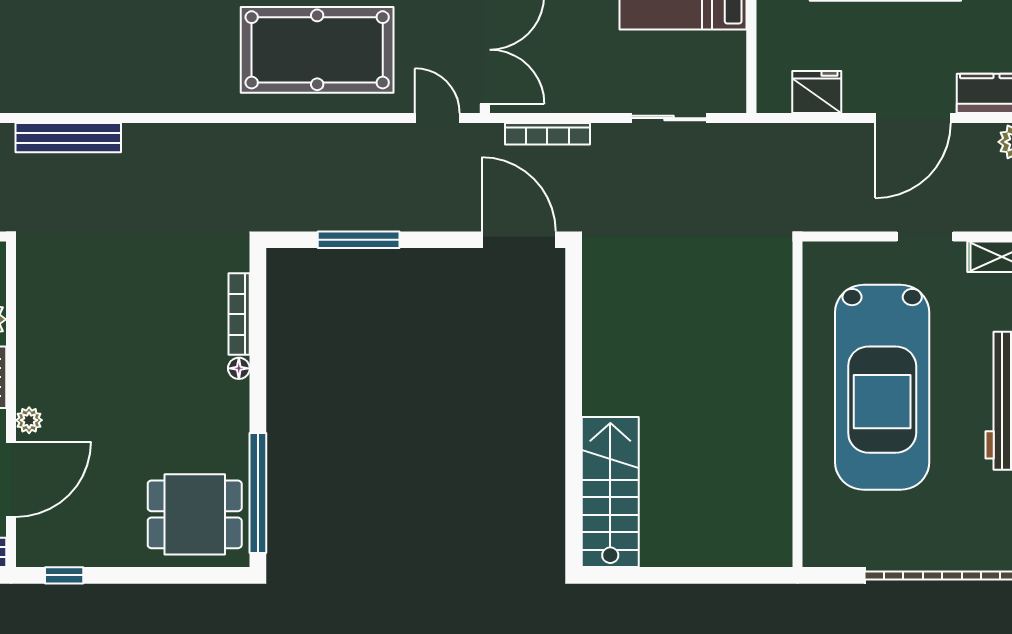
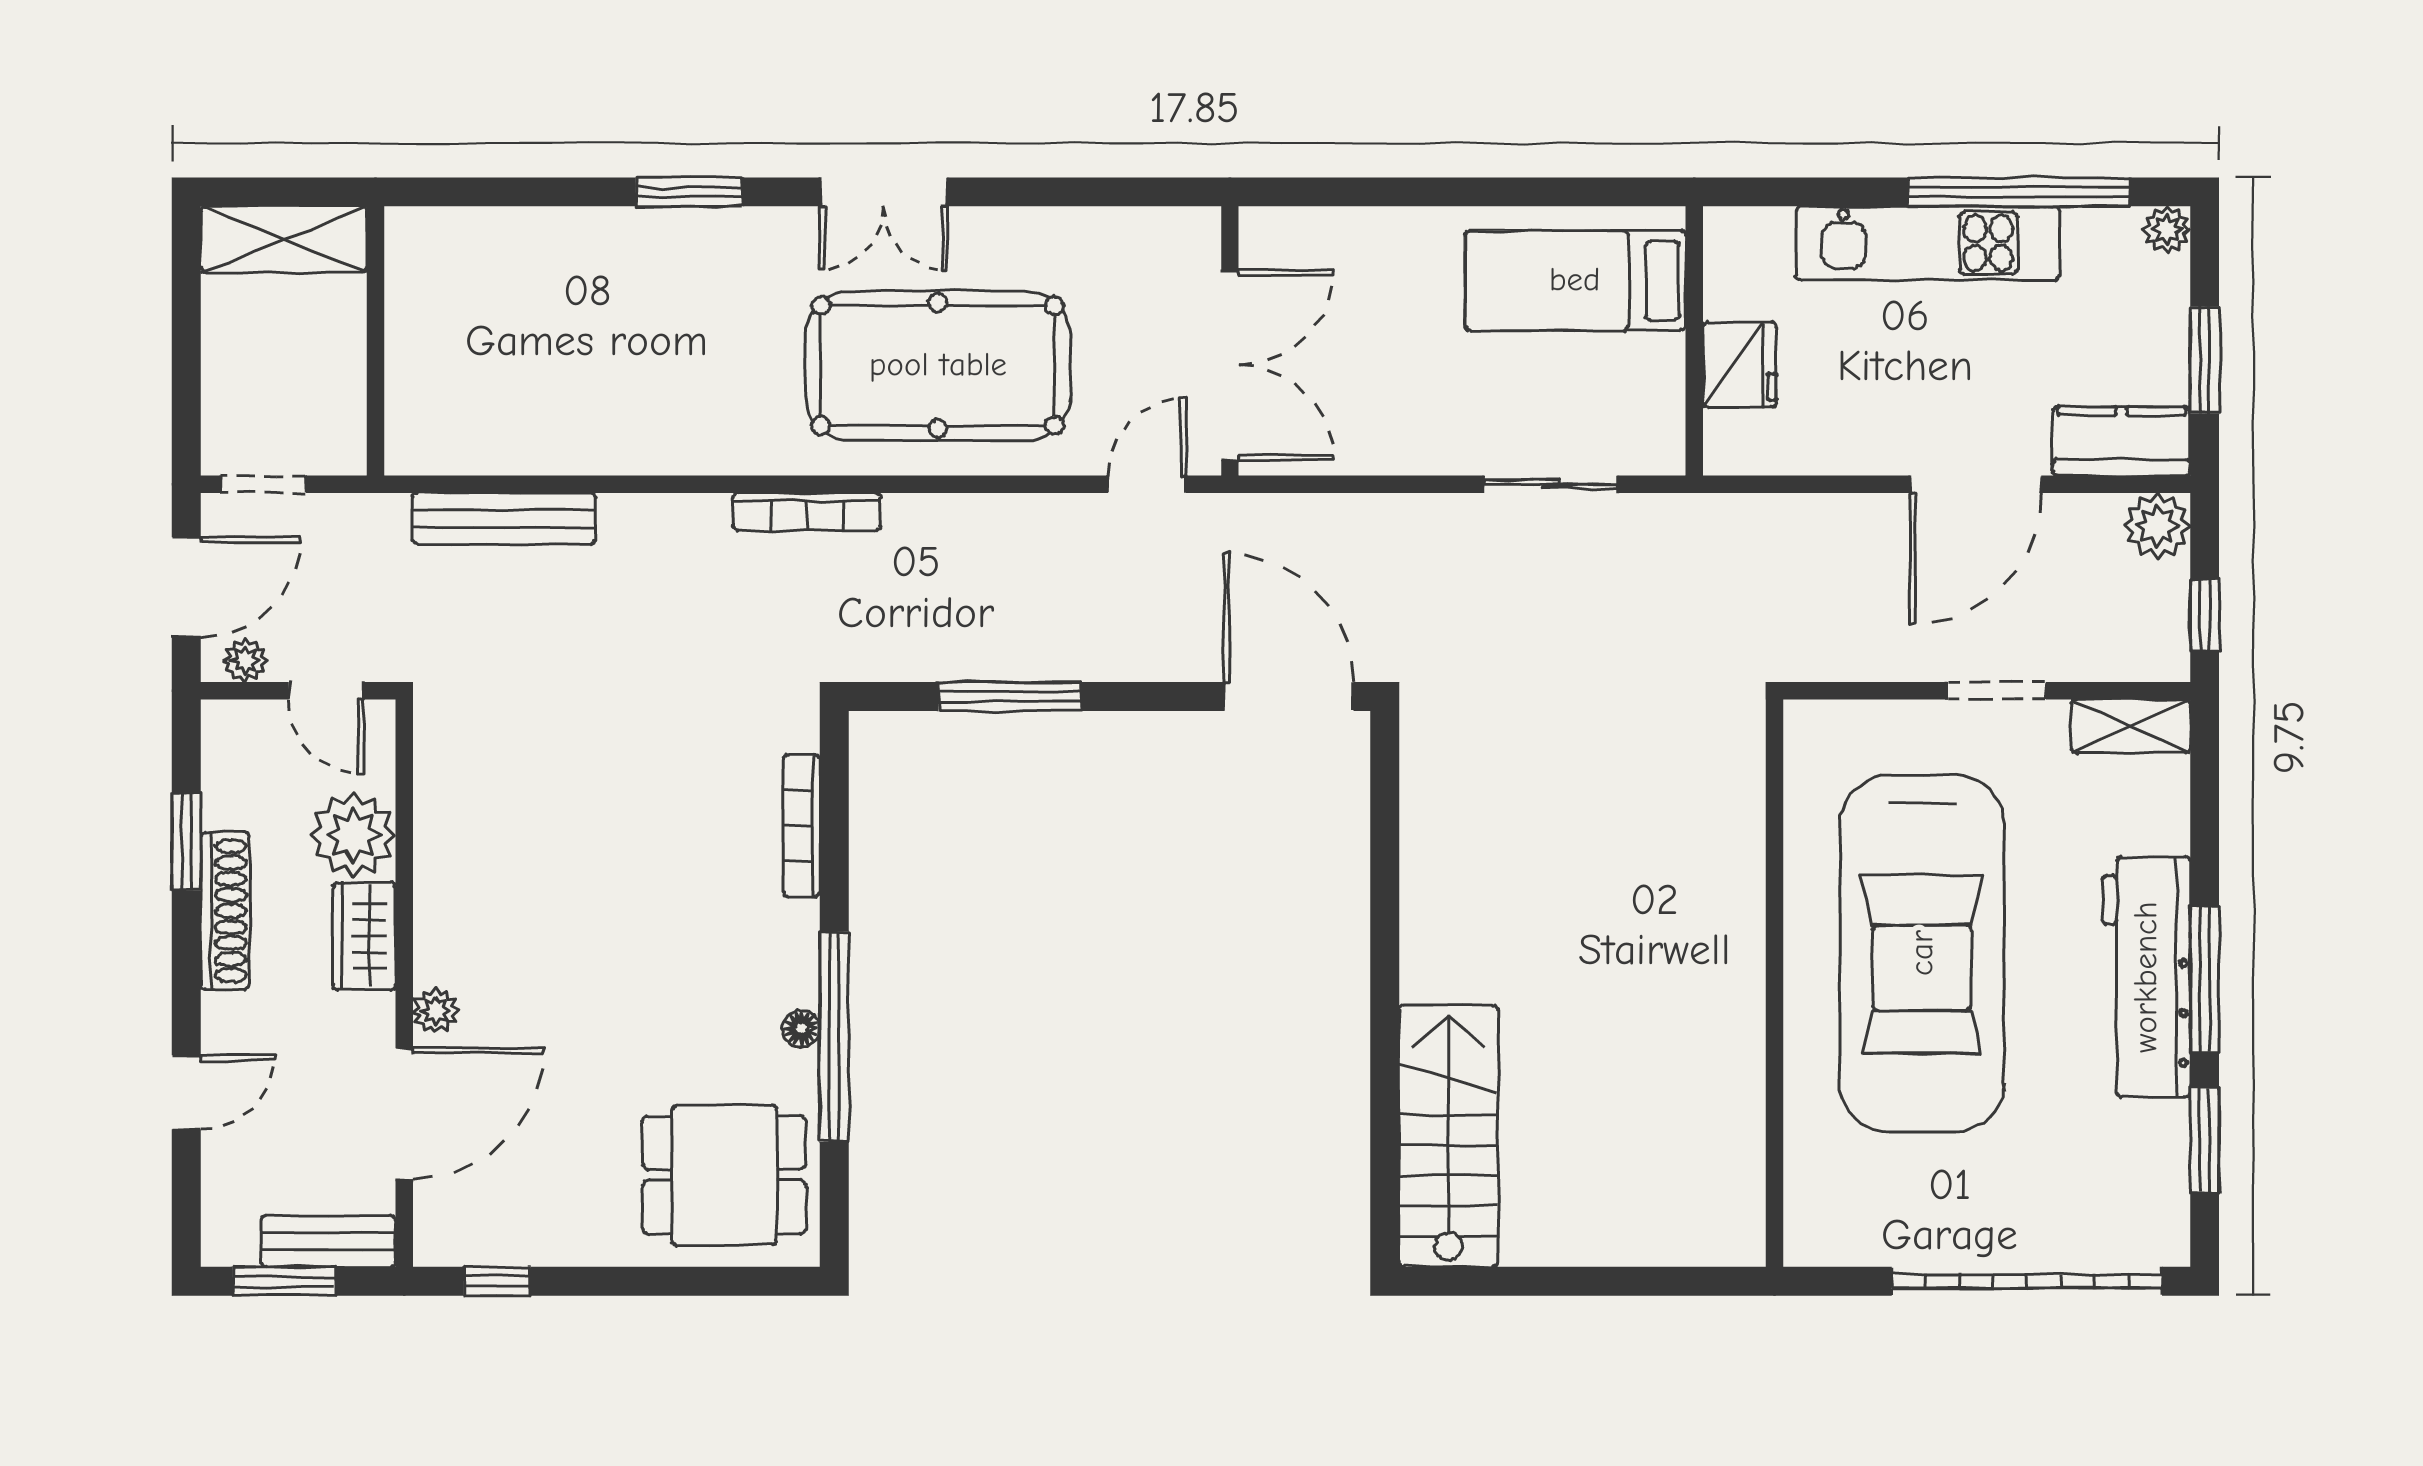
fridge: (817, 92) -> (1740, 365), moved, turned 90
door: (437, 118) -> (1147, 484), hinge flipped
bookcase: (547, 134) -> (807, 512), moved
floor lamp: (239, 368) -> (801, 1028), moved
window: (258, 493) -> (834, 1037), moved

